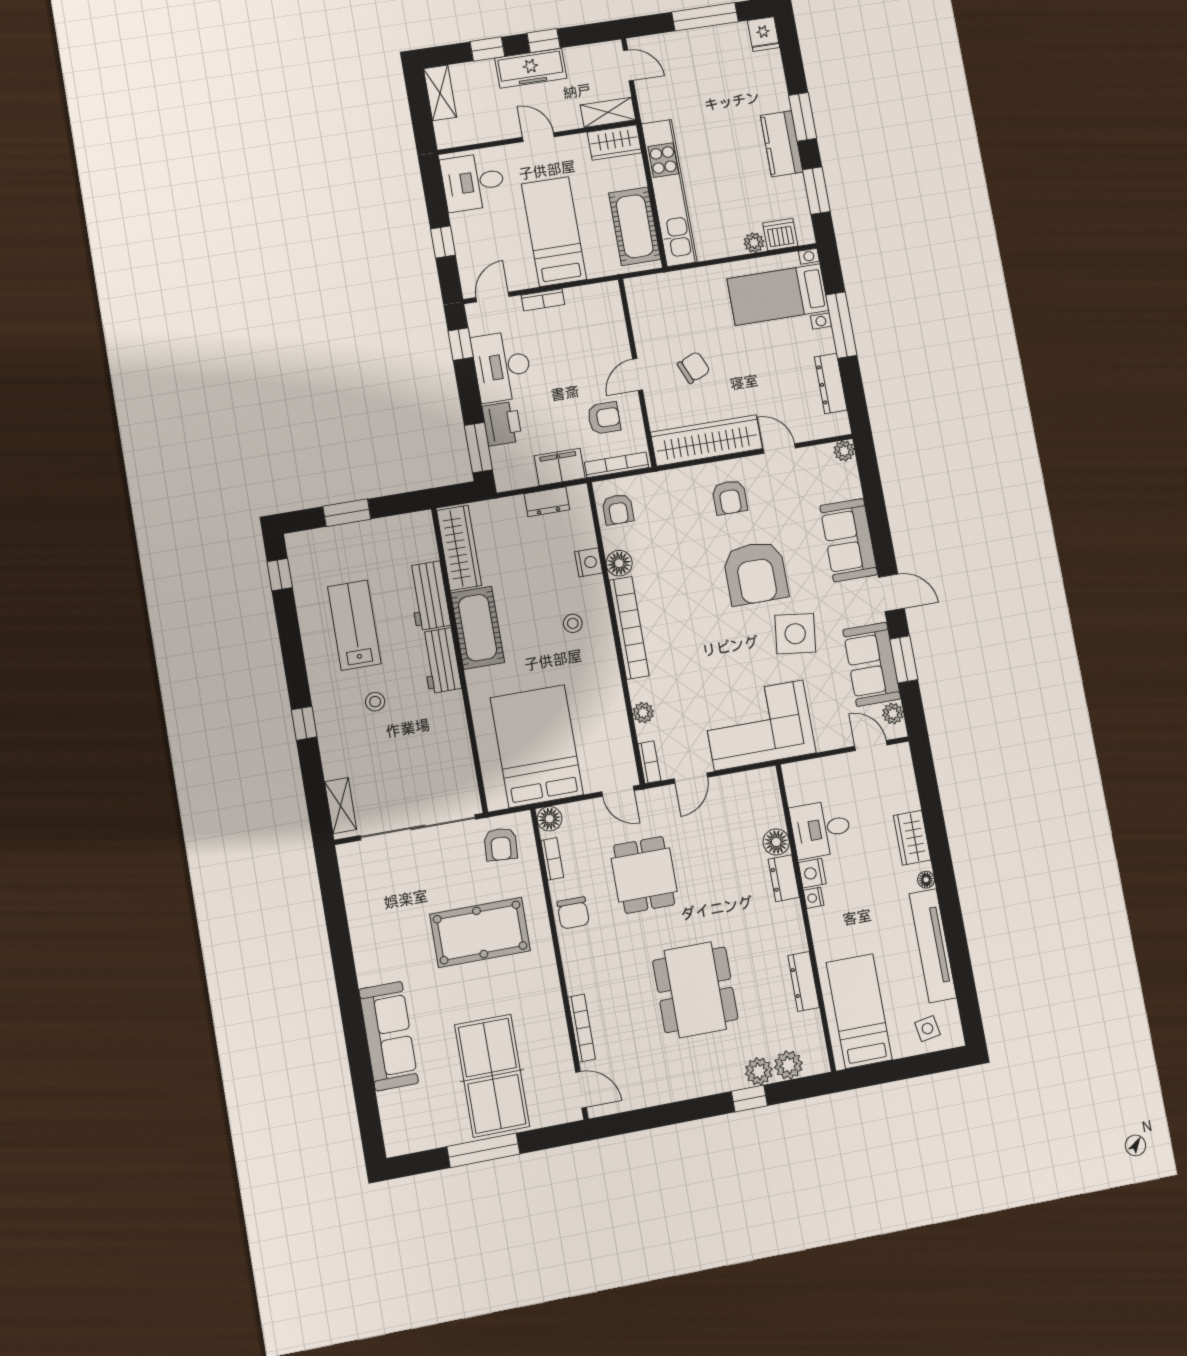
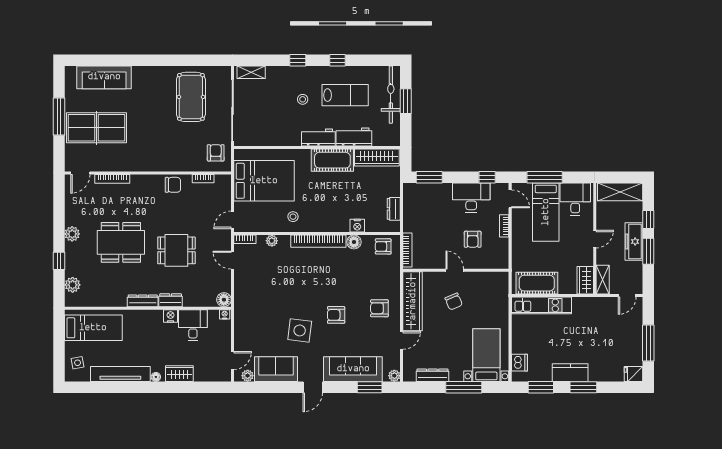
window: (544, 41) -> (648, 251), width x1.50
shelving: (440, 93) -> (620, 192), width x1.50, depth x1.33
kitchen unit: (669, 193) -> (541, 305), width x0.73
bed: (554, 232) -> (546, 212), moved, turned 90
window: (443, 242) -> (545, 177), width x2.17
plant: (754, 243) -> (517, 347), removed
armchair: (604, 418) -> (473, 239), moved
printer: (502, 424) -> (440, 192), removed
filing cabinet: (560, 467) -> (411, 219), removed
sofa: (849, 540) -> (353, 369), width x1.36
bicycle: (340, 542) -> (391, 95), added
armchair: (756, 573) -> (336, 315), width x0.53, depth x0.53
window: (280, 575) -> (337, 60), moved
stool: (573, 623) -> (293, 217), moved
window: (904, 659) -> (370, 387), moved
corner sofa: (759, 725) -> (254, 302), removed
floor lamp: (549, 819) -> (224, 181), removed
floor lamp: (776, 842) -> (224, 300), moved
armchair: (501, 844) -> (216, 153), turned 86
dining table: (644, 875) -> (176, 250), moved
nightstand: (814, 898) -> (225, 314), moved
chair: (573, 913) -> (173, 185), turned 180
pool table: (480, 932) -> (191, 97), moved
dresser: (804, 982) -> (143, 301), moved
sofa: (389, 1036) -> (104, 77), moved
plant: (759, 1071) -> (72, 234), moved

